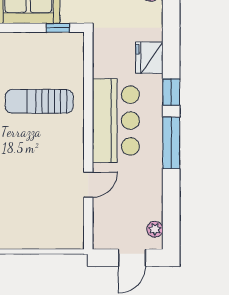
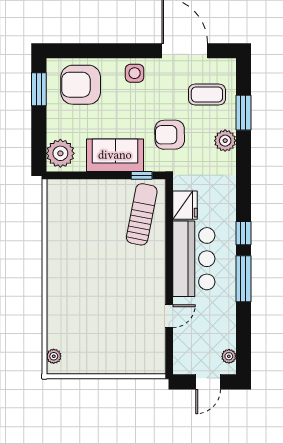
fridge: (149, 58) -> (185, 205), moved, turned 180
sun lounger: (39, 101) -> (142, 214), moved, turned 101

